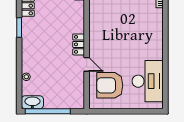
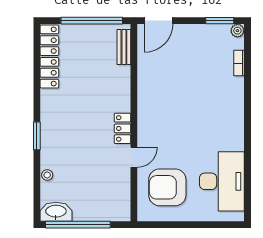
window: (19, 28) -> (37, 136), moved
door: (87, 64) -> (134, 157), hinge flipped

